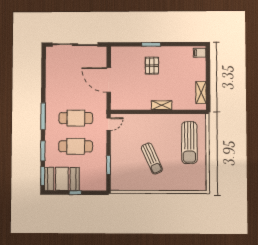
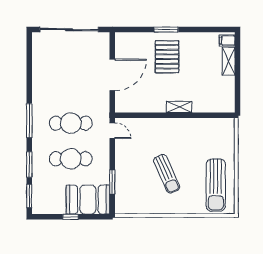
pallet: (152, 66) -> (167, 57), width x1.50, depth x1.42
door: (109, 80) -> (112, 75), swing flipped
shelving: (201, 93) -> (229, 61), moved
door: (109, 124) -> (112, 131), hinge flipped
sun lounger: (189, 143) -> (216, 185), moved
booth: (62, 179) -> (88, 200), moved

